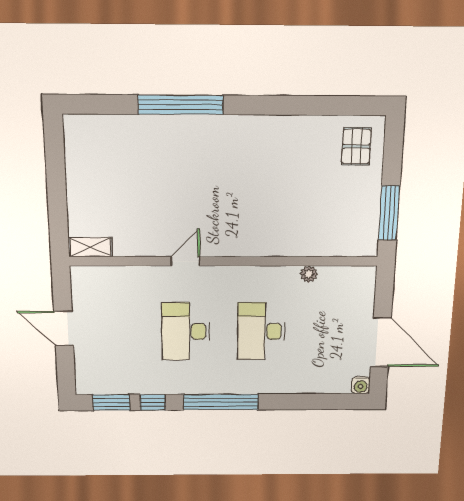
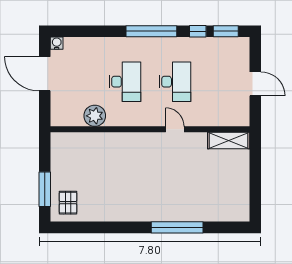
window: (389, 213) -> (45, 189), moved
shelving: (90, 247) -> (229, 141), width x1.50, depth x1.33
door: (185, 261) -> (175, 129), swing flipped
plant: (309, 274) -> (95, 116), width x1.88, depth x1.88

